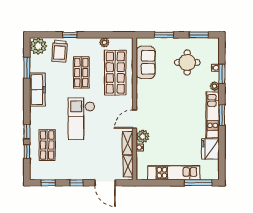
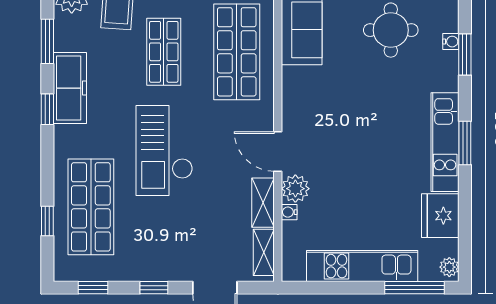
plant: (215, 86) -> (449, 267), moved
door: (134, 119) -> (278, 151), hinge flipped
window: (27, 131) -> (47, 109), moved
shop shelf: (47, 145) -> (91, 207), width x1.43, depth x1.36

